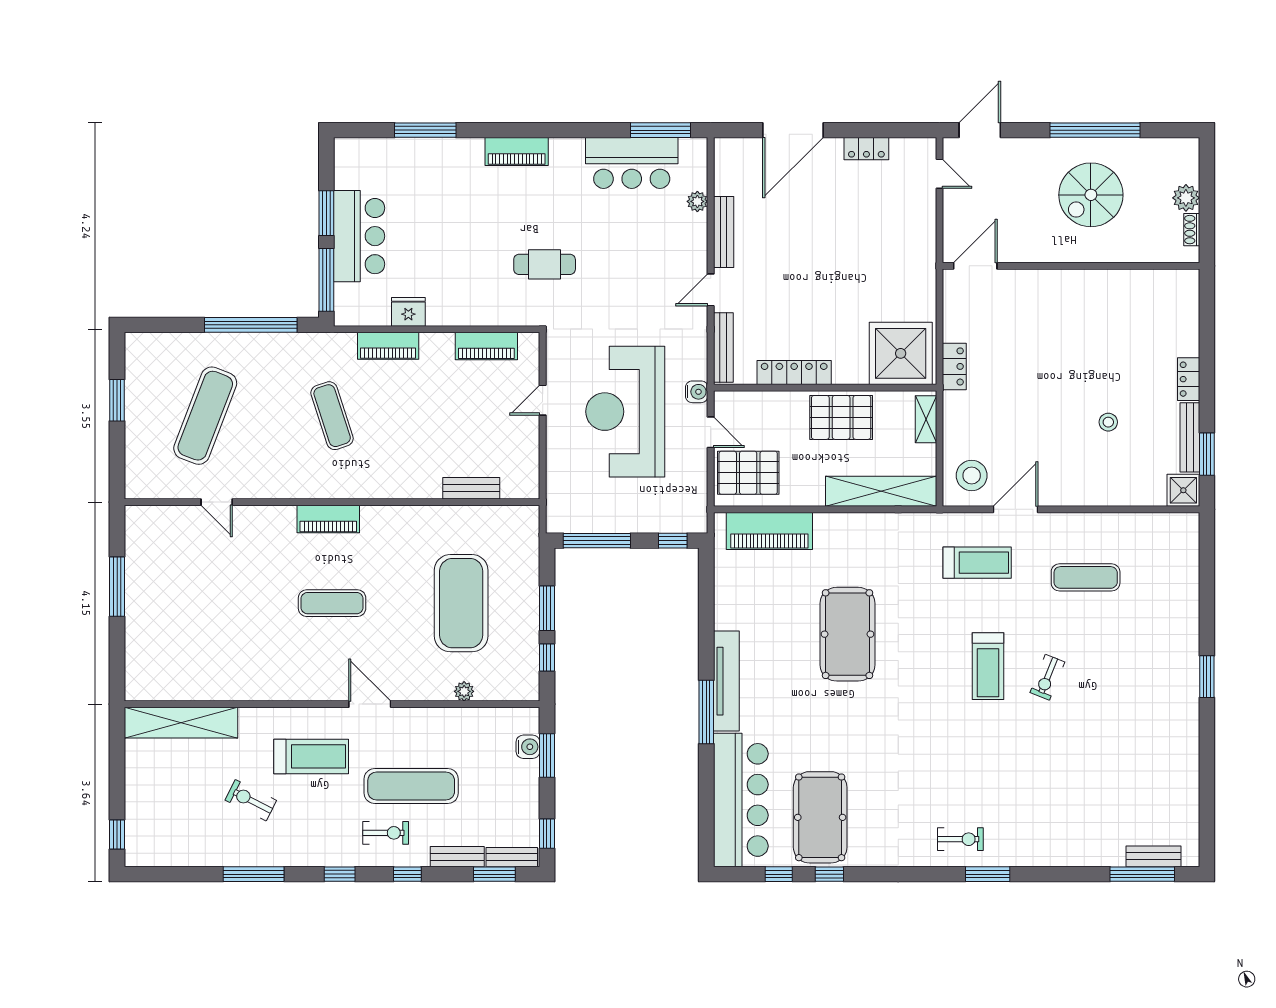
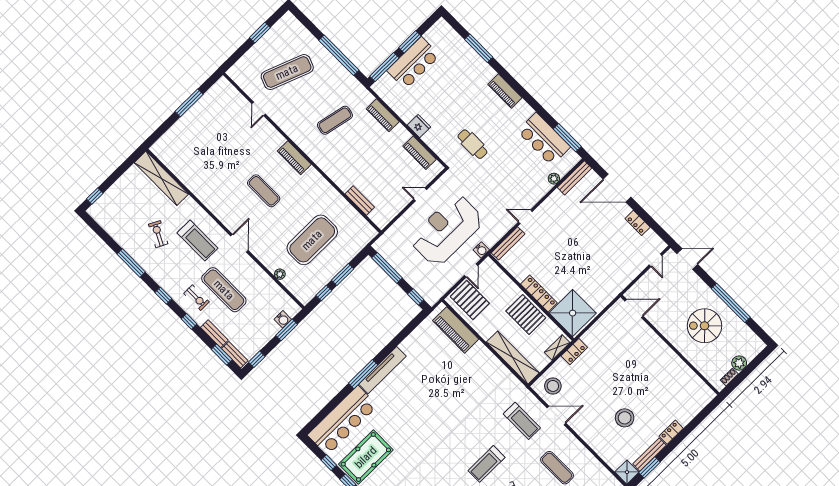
bench: (724, 232) -> (575, 178), moved
fridge: (408, 312) -> (419, 126), moved
locker: (954, 366) -> (574, 352), moved
locker: (794, 372) -> (539, 294), moved
exercise mat: (332, 416) -> (335, 120), turned 30
stool: (1108, 422) -> (625, 418), width x1.89, depth x1.89
pool table: (847, 634) -> (446, 398), removed

